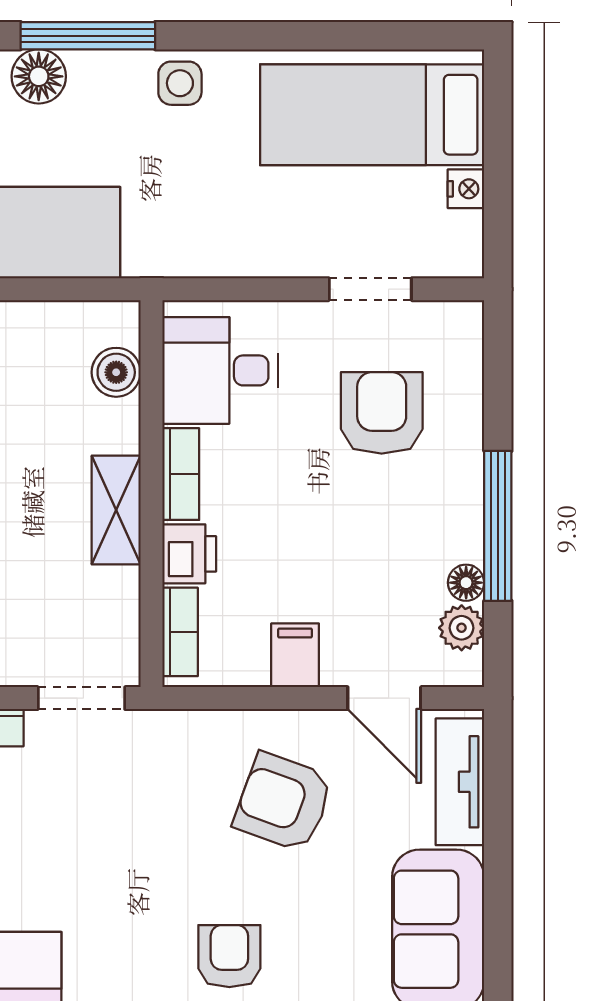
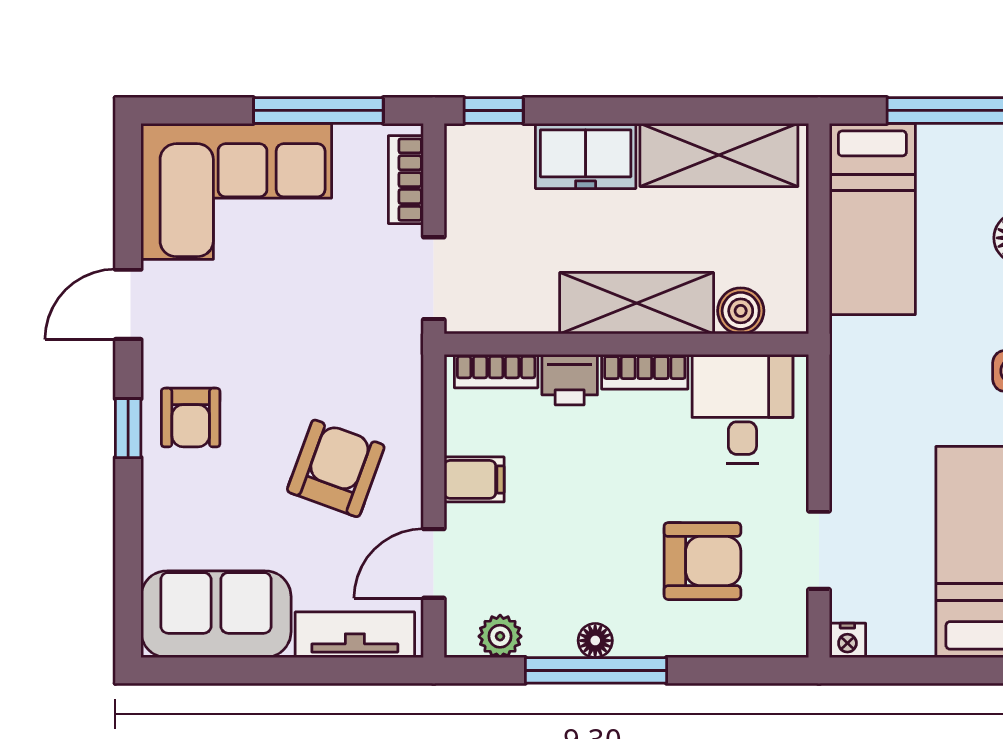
nightstand: (466, 189) -> (847, 640), moved
shelving: (116, 510) -> (637, 303), width x1.50, depth x1.33
floor lamp: (466, 583) -> (595, 641), moved
armchair: (229, 956) -> (191, 418), turned 90

